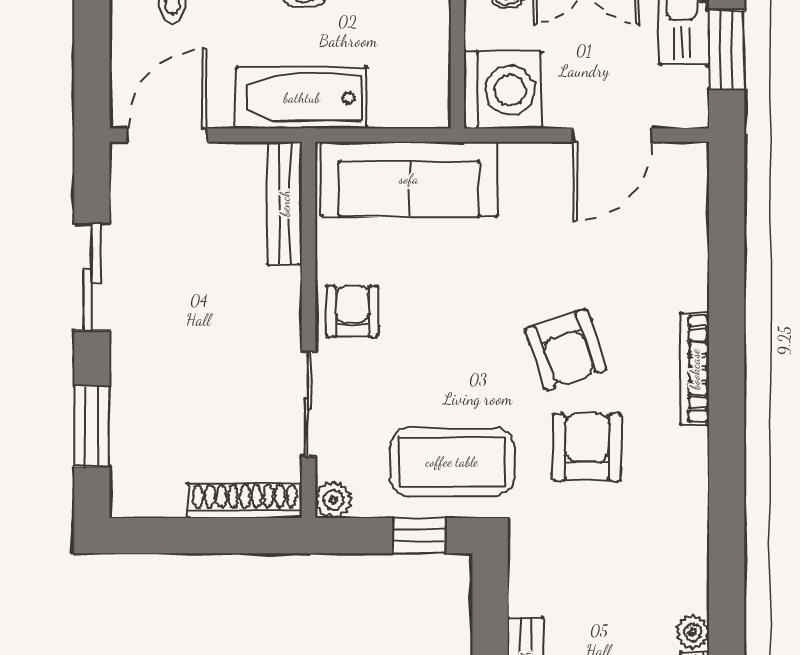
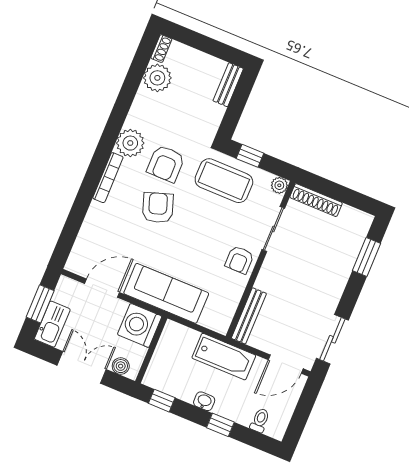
sofa: (409, 179) -> (166, 293), moved
sliding door: (92, 277) -> (332, 339), moved
plant: (678, 459) -> (130, 143), added
plant: (692, 632) -> (157, 78), width x1.87, depth x1.87

